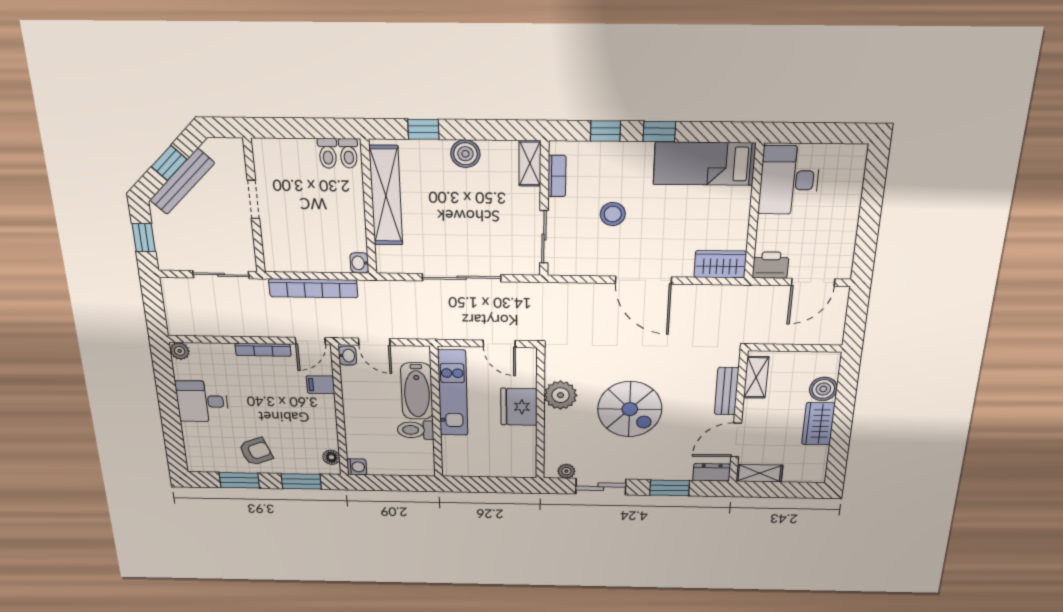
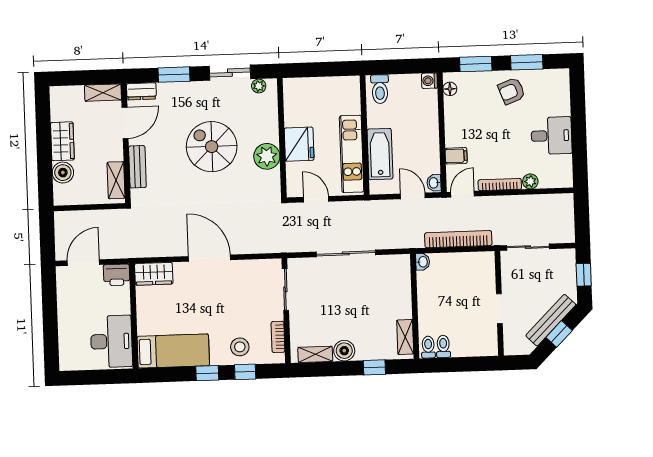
shelving: (530, 163) -> (315, 354), moved, turned 90
shelving: (386, 196) -> (405, 337), width x0.45, depth x0.75
stool: (613, 214) -> (240, 347), moved
plant: (180, 351) -> (530, 181), moved
toilet: (416, 430) -> (380, 89), moved, turned 90

